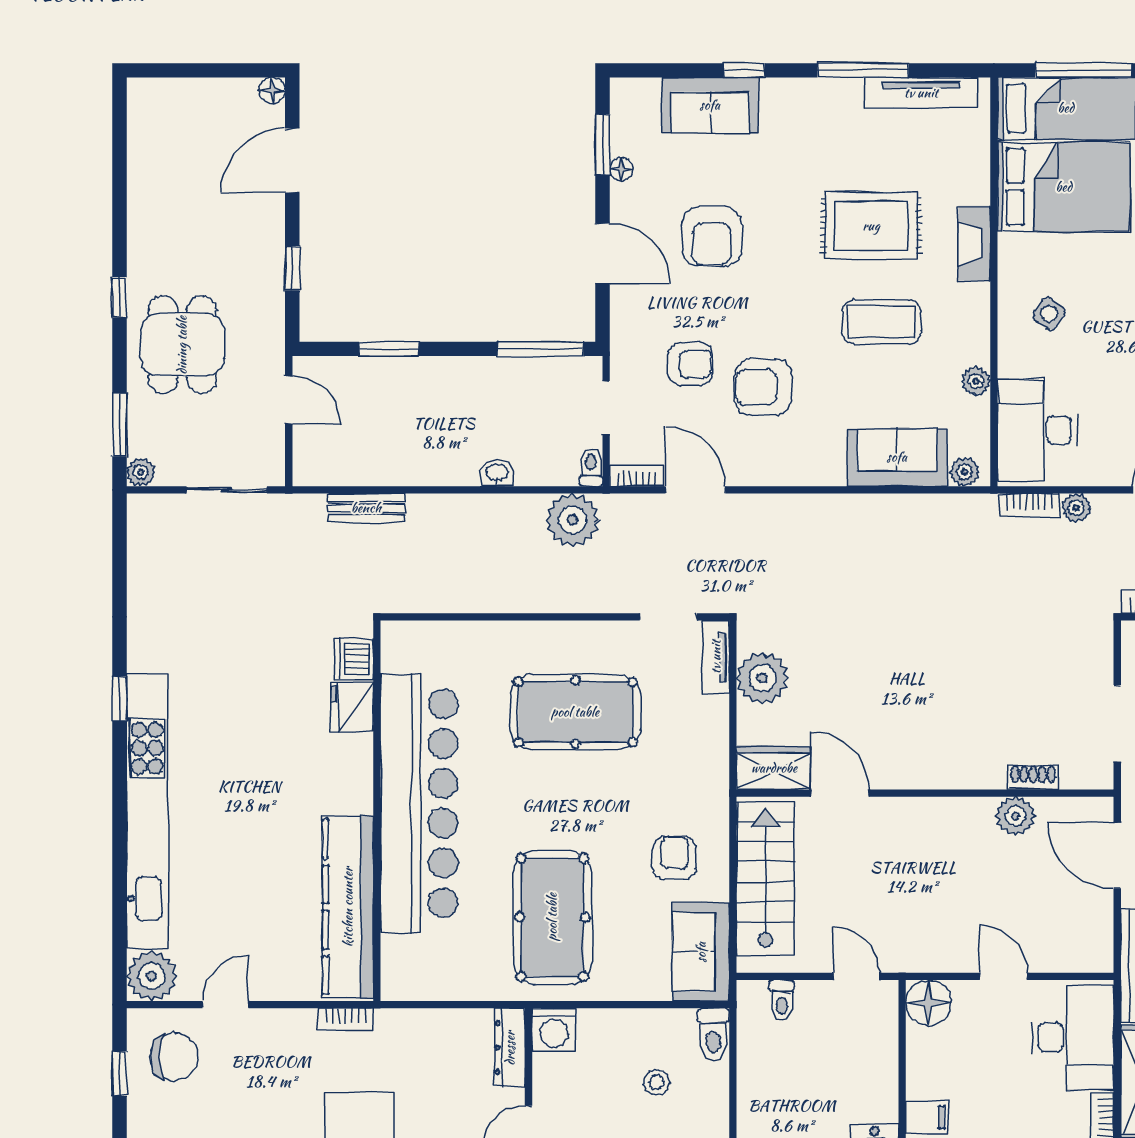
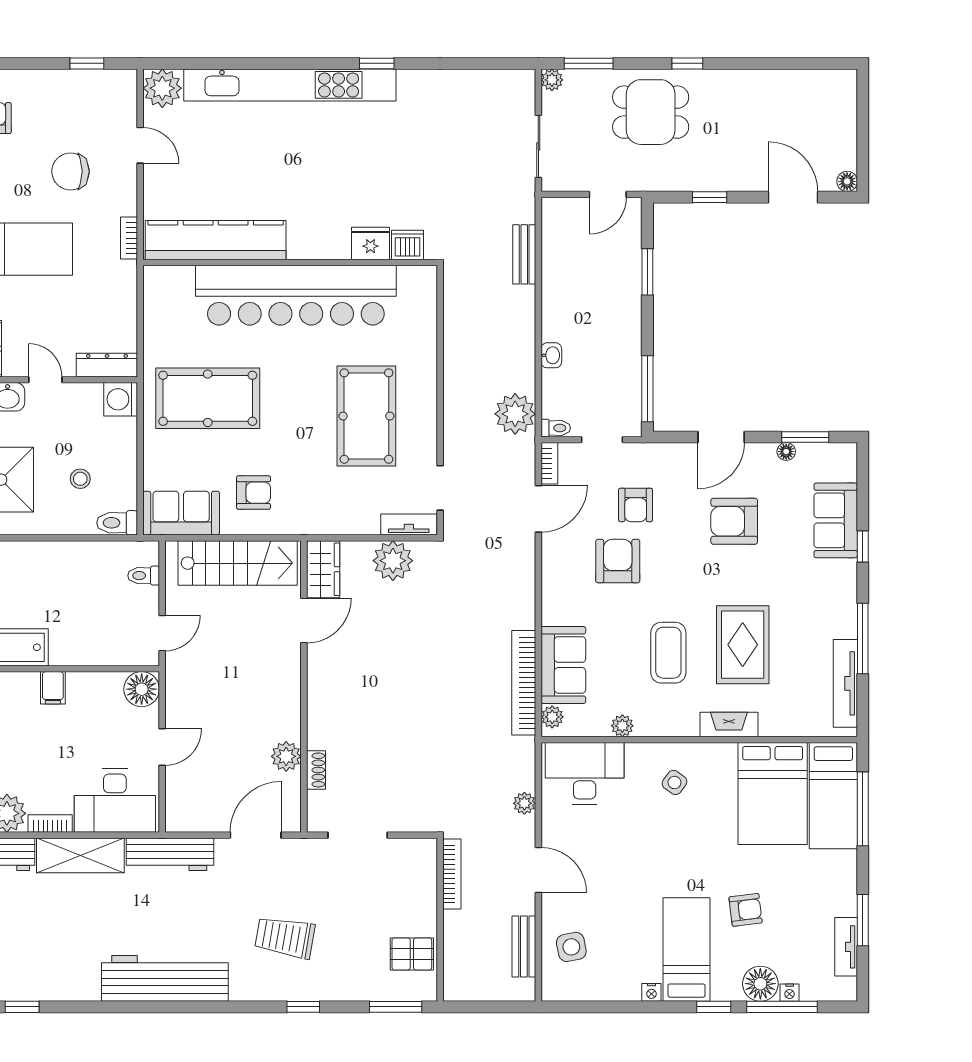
bookcase: (1030, 505) -> (524, 683), moved, width x2.31, depth x1.31
chair: (174, 1056) -> (70, 171), moved, turned 90

